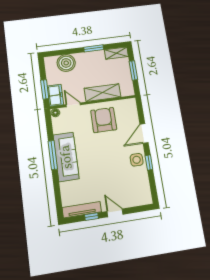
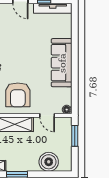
freezer: (55, 95) -> (65, 128), removed
window: (53, 155) -> (75, 66), removed

